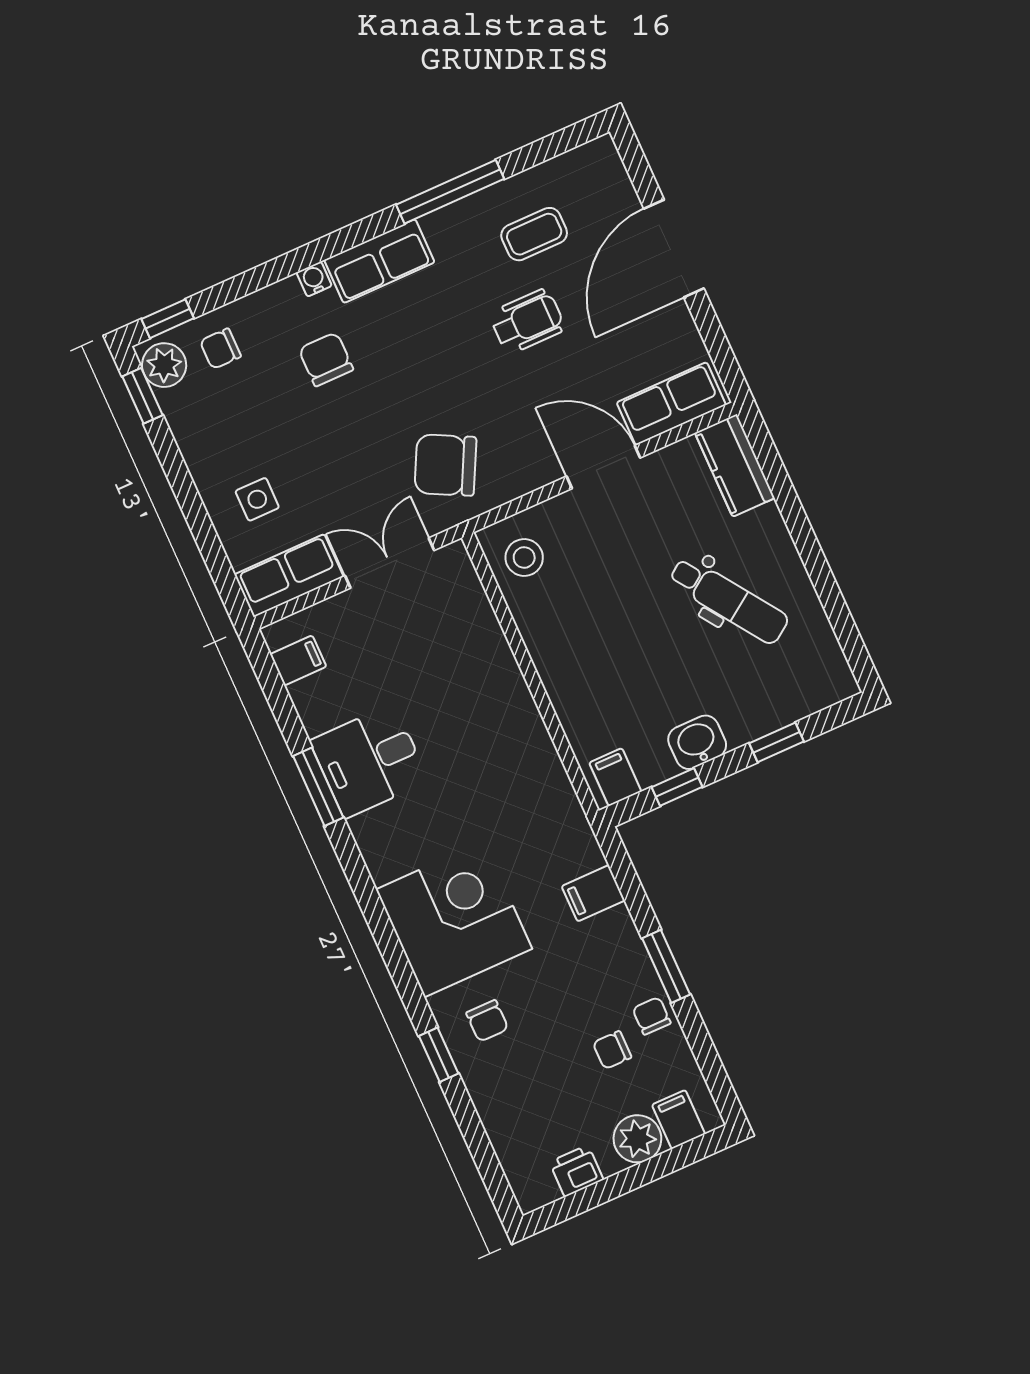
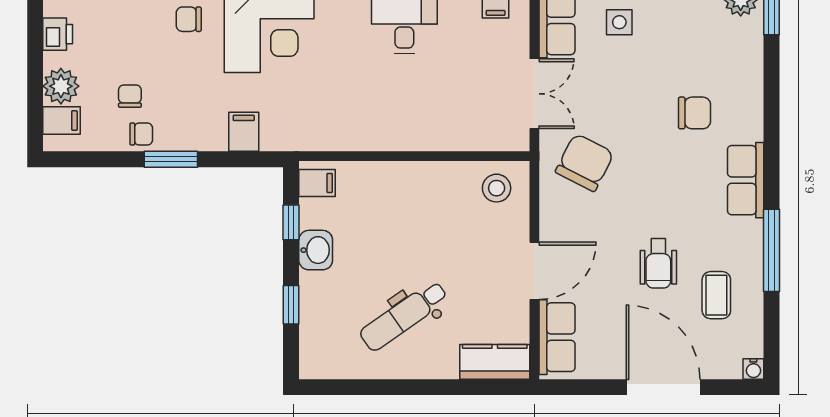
water cooler: (314, 279) -> (753, 369), moved, turned 90
chair: (220, 349) -> (734, 43), removed

